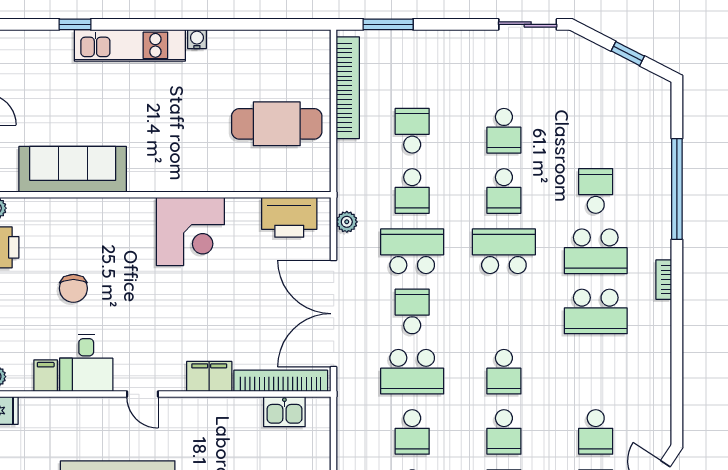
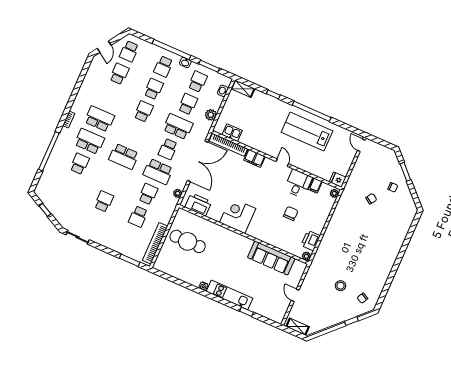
school desk: (504, 191) -> (114, 179), removed
school desk: (596, 191) -> (80, 164), turned 180
plant: (350, 431) -> (211, 115), added

